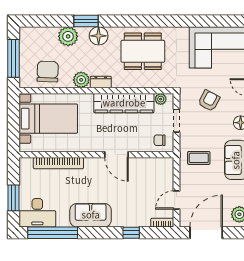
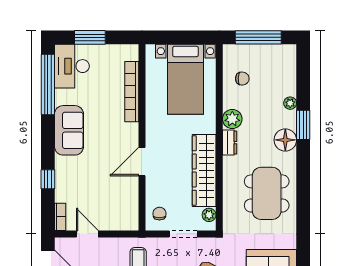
plant: (68, 36) -> (290, 103), width x0.53, depth x0.53
chair: (48, 72) -> (242, 79), width x0.54, depth x0.54

